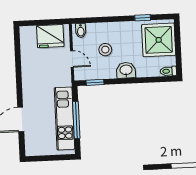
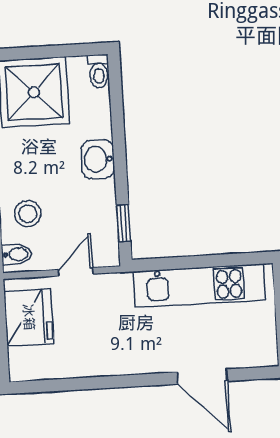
stool: (105, 50) -> (28, 214), moved
window: (76, 120) -> (202, 261), removed

